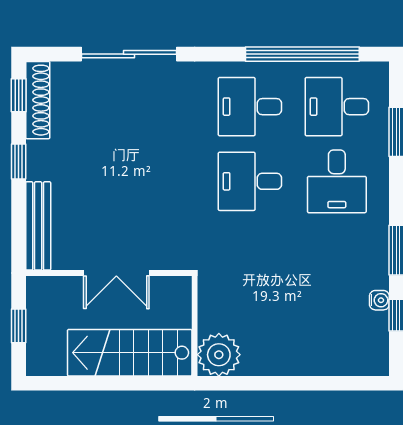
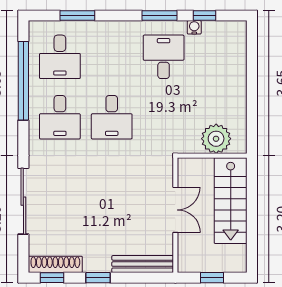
desk: (337, 181) -> (164, 57), moved, turned -90
plant: (219, 355) -> (216, 139), moved

